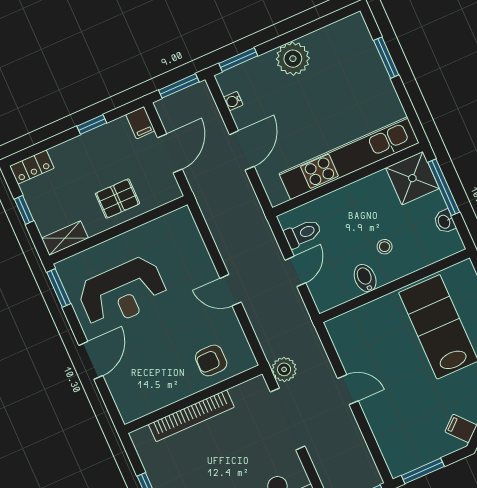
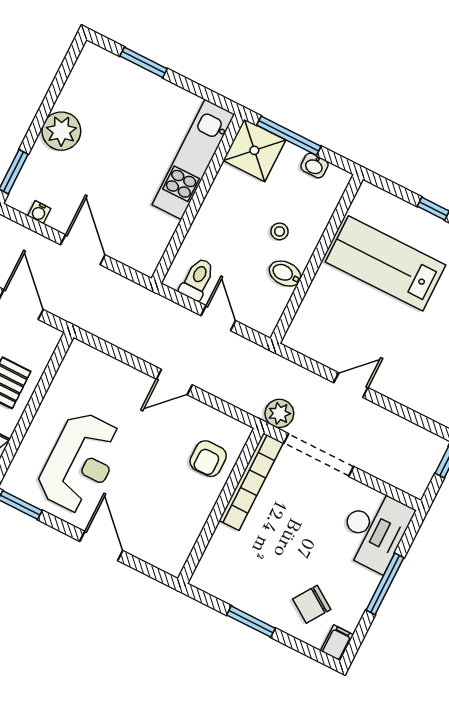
kitchen unit: (349, 158) -> (193, 159), width x0.73
bookcase: (191, 416) -> (251, 482), moved

